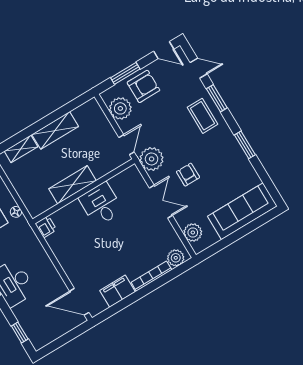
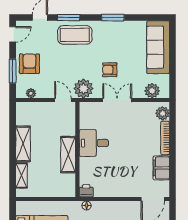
plant: (120, 108) -> (31, 93), width x0.53, depth x0.53
coffee table: (203, 116) -> (75, 35), width x1.36, depth x1.32
floor lamp: (16, 212) -> (87, 205), moved

